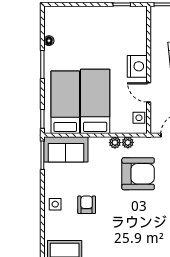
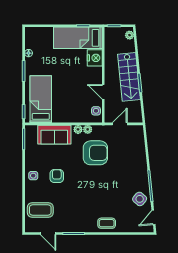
nightstand: (137, 66) -> (95, 58), moved
bed: (95, 101) -> (78, 38), moved, turned -90
sofa: (66, 149) -> (54, 135), moved

